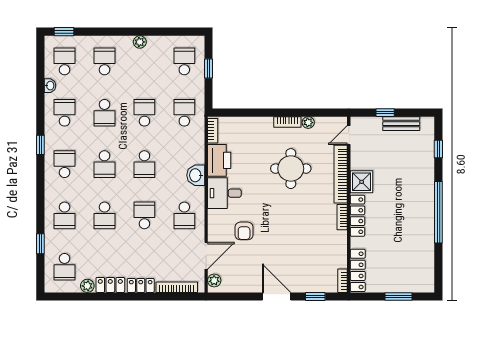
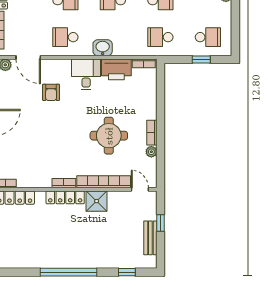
school desk: (184, 113) -> (160, 37), turned 180
armchair: (244, 231) -> (51, 92), turned -90

